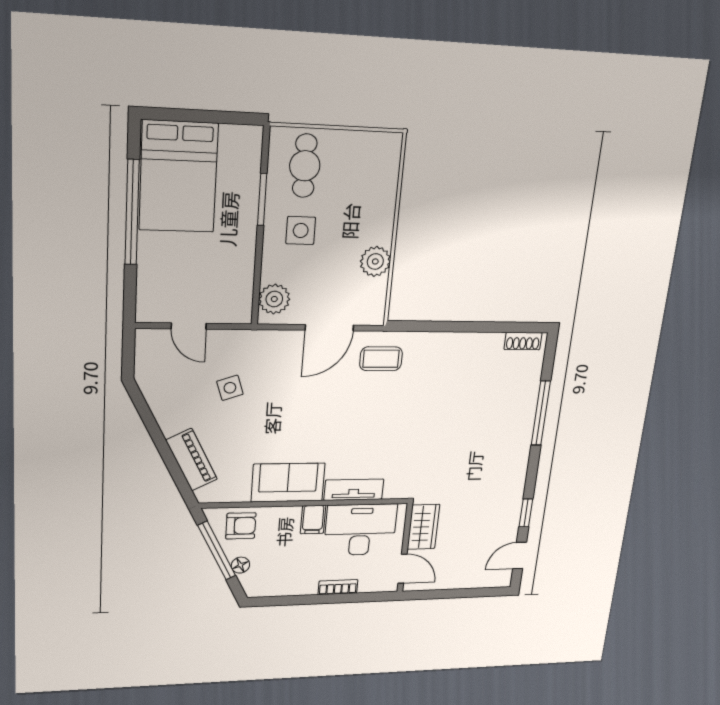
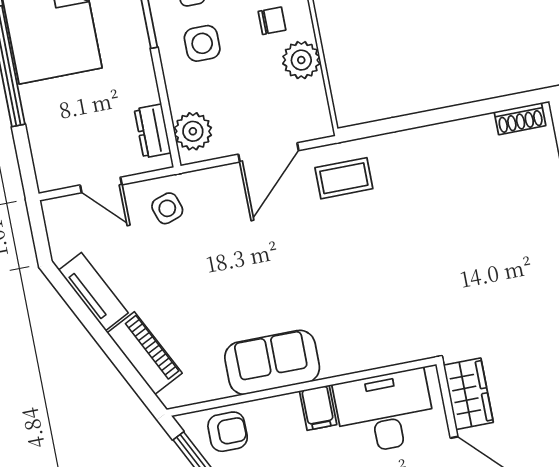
chair: (361, 225) -> (272, 21), added
dresser: (242, 292) -> (153, 131), added
side table: (230, 388) -> (167, 208), moved
tv unit: (354, 490) -> (93, 292), moved, turned 63

